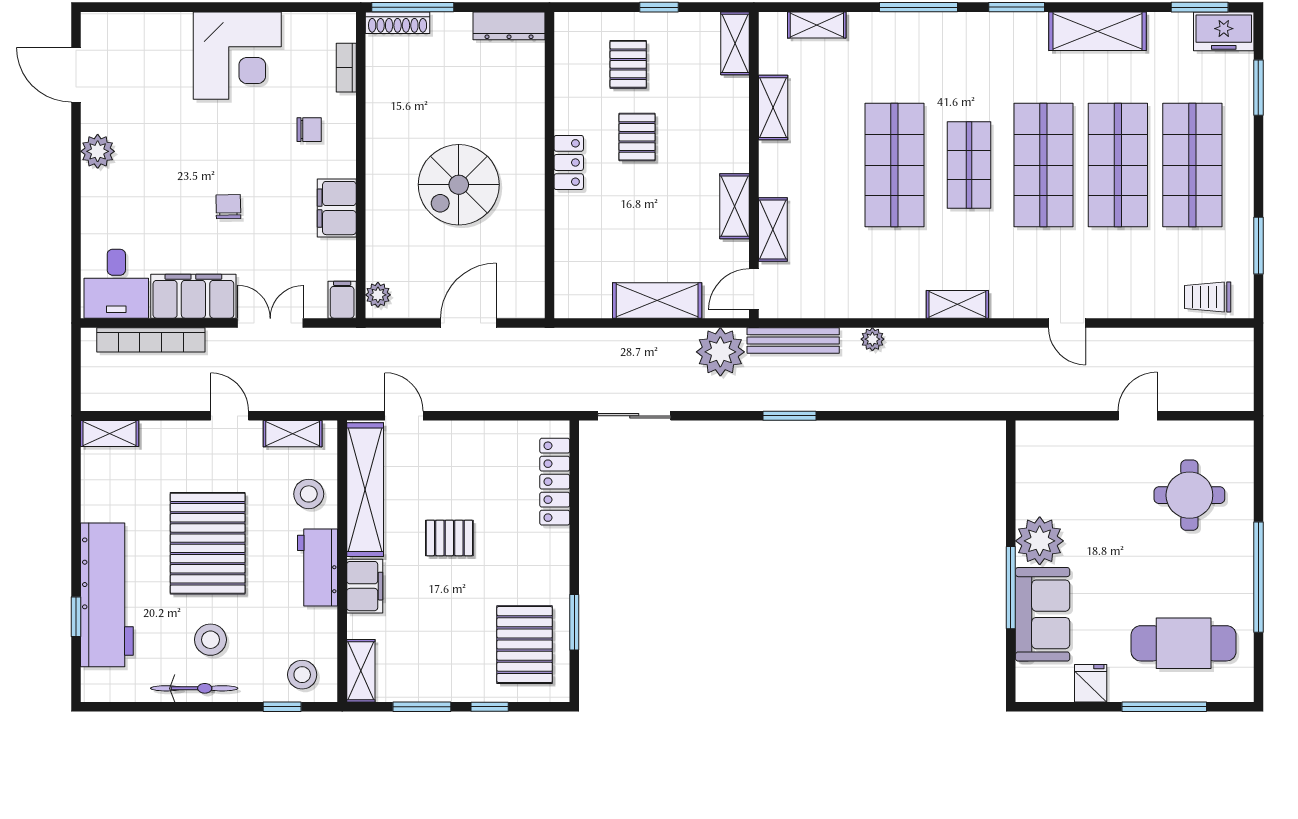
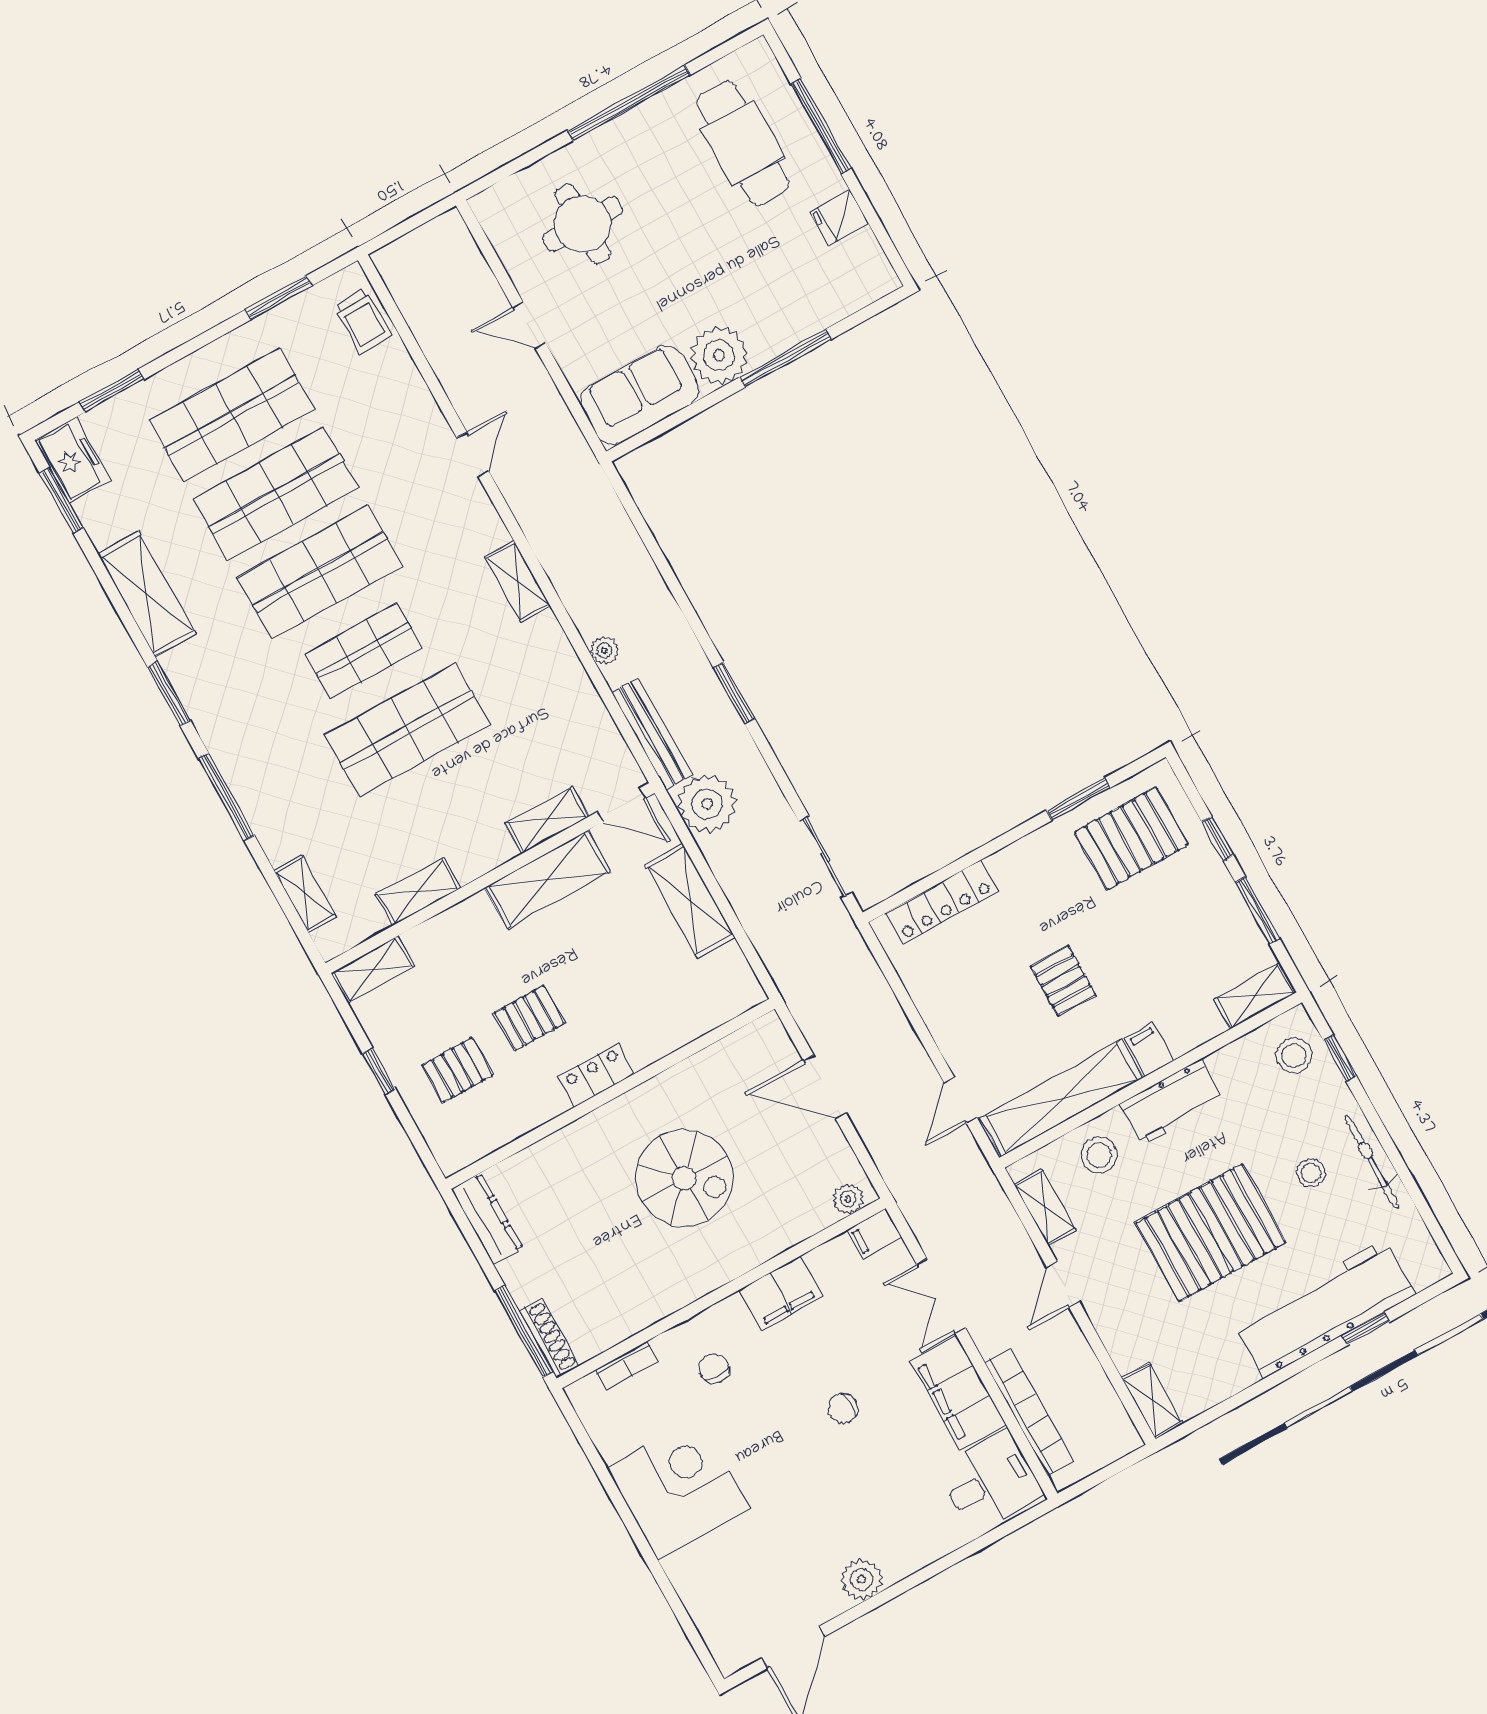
shelving: (735, 206) -> (548, 879), width x1.50, depth x1.33
filing cabinet: (365, 586) -> (1149, 1050), width x0.50
sofa: (1043, 614) -> (640, 395), moved
stool: (210, 640) -> (1311, 1173), width x0.73, depth x0.73

